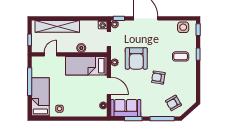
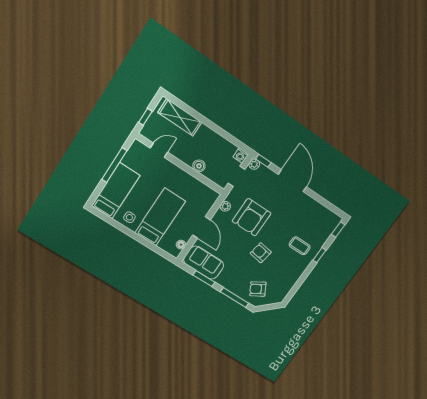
shelving: (57, 26) -> (180, 117), width x0.68
side table: (183, 27) -> (325, 217), removed
bed: (86, 66) -> (160, 217), moved, turned 90

